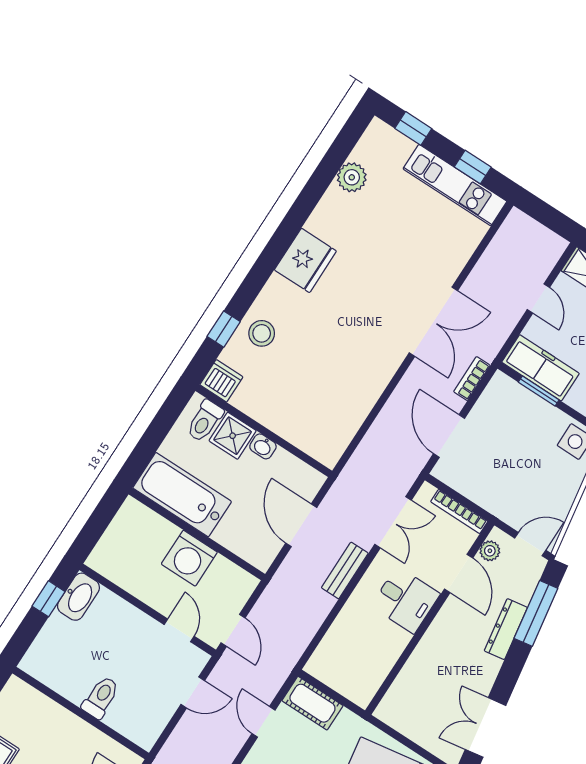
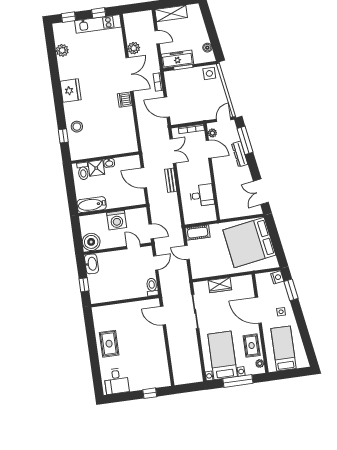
plant: (481, 282) -> (134, 48), added
dishwasher: (221, 381) -> (125, 100), moved, turned -90
bathtub: (182, 495) -> (92, 205), width x0.73, depth x0.73
boiler: (111, 558) -> (91, 242), added
window: (48, 599) -> (84, 285), moved
desk: (405, 600) -> (202, 195), moved
toilet: (101, 697) -> (152, 287), moved

